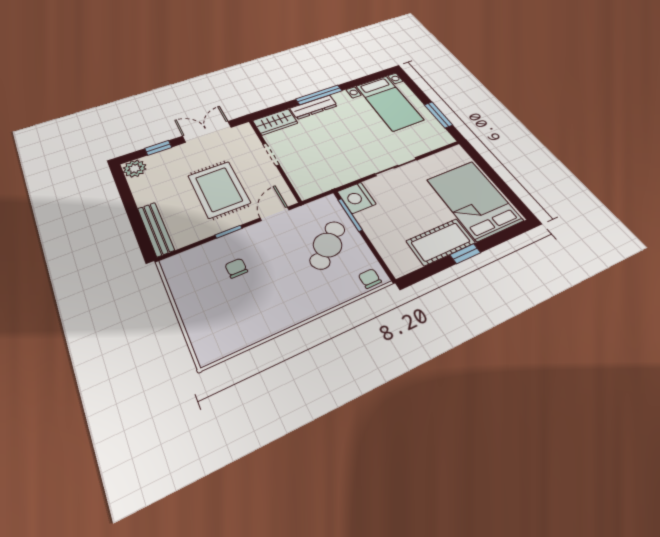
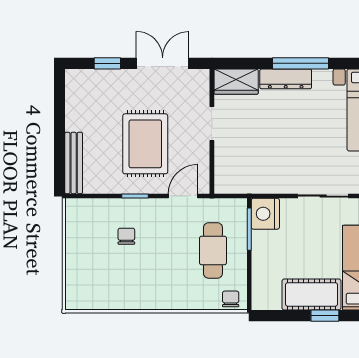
plant: (135, 169) -> (77, 81), removed
cafe table: (328, 245) -> (213, 250), turned -49

